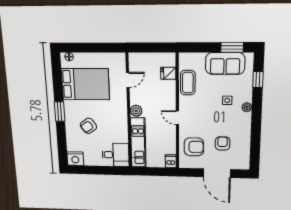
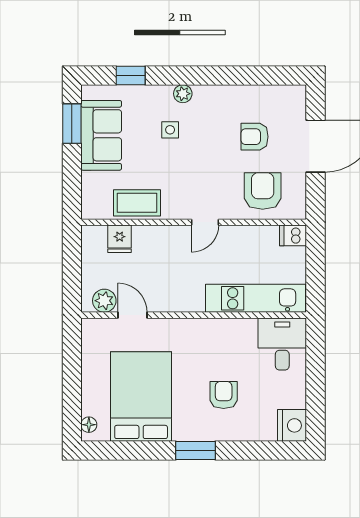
plant: (136, 111) -> (104, 301), moved
armchair: (88, 126) -> (224, 395), turned -145

